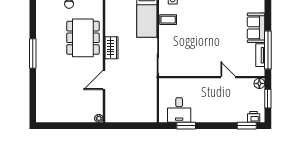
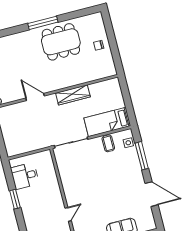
dining table: (83, 38) -> (61, 42), moved
wardrobe: (111, 48) -> (73, 95), width x1.50
window: (186, 126) -> (15, 199), moved

